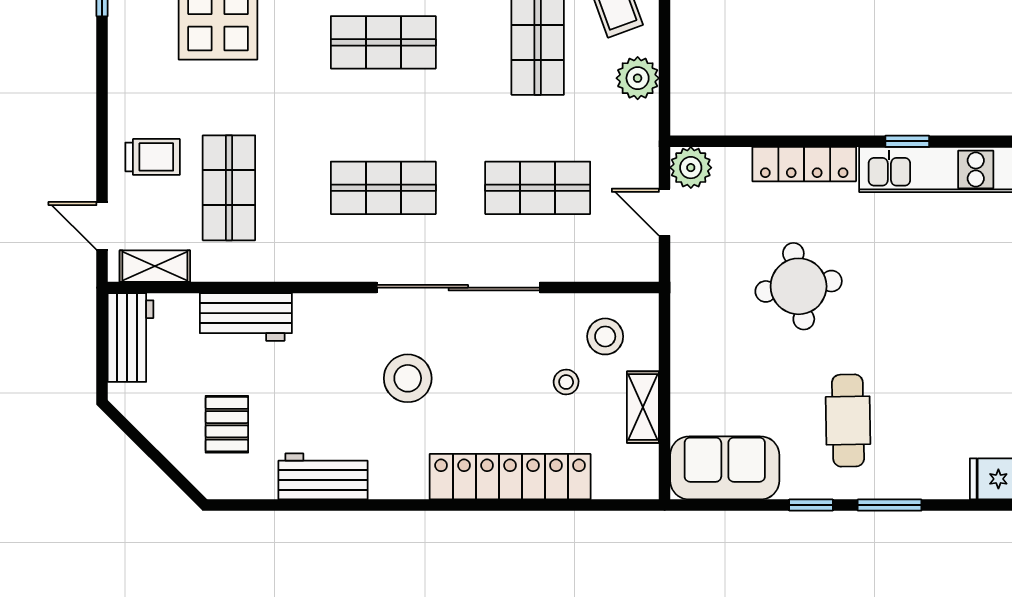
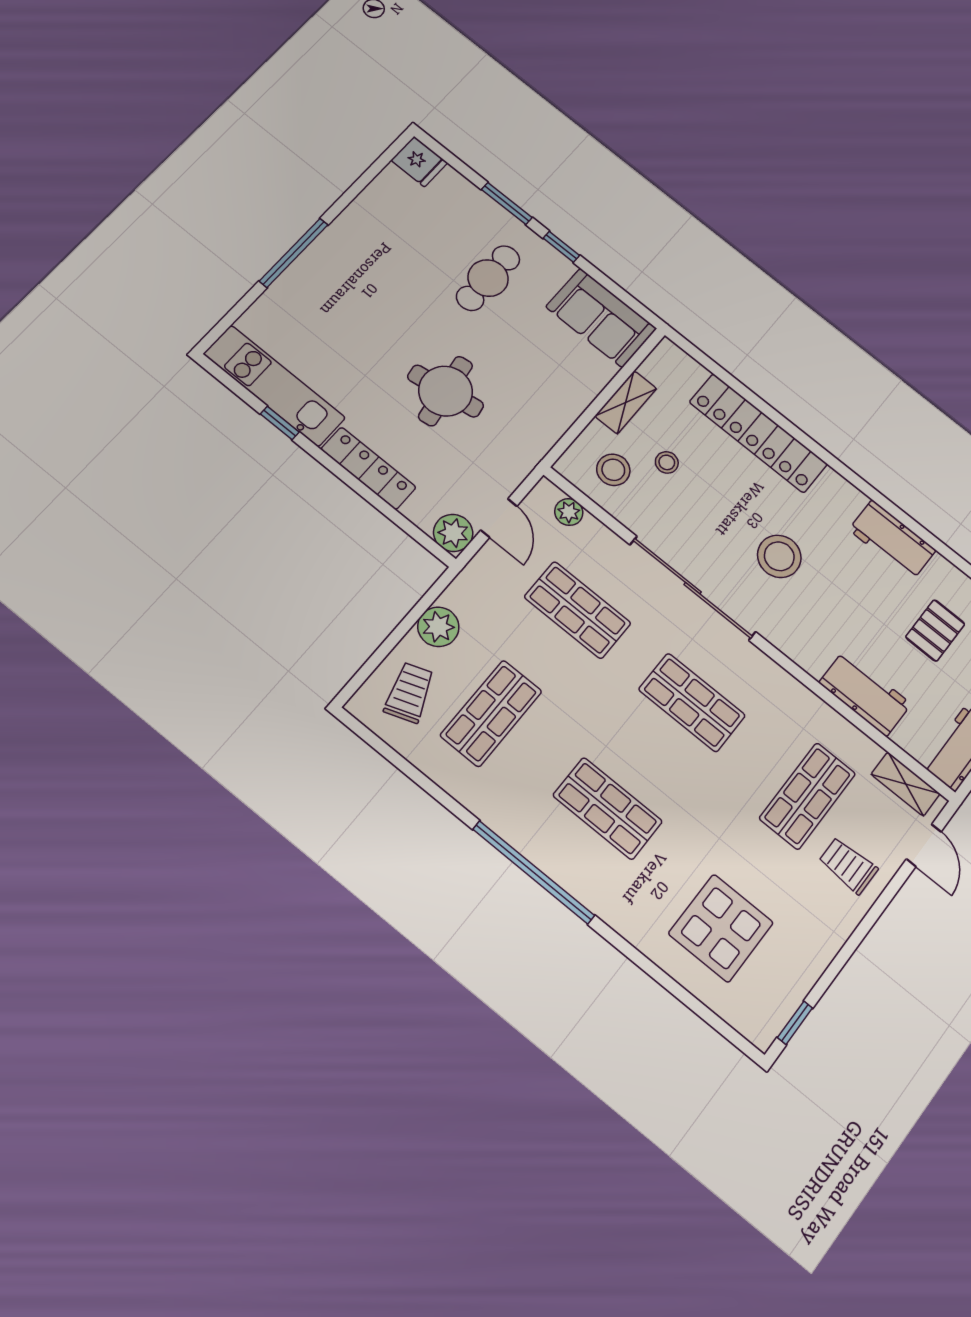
plant: (612, 267) -> (569, 512), added

